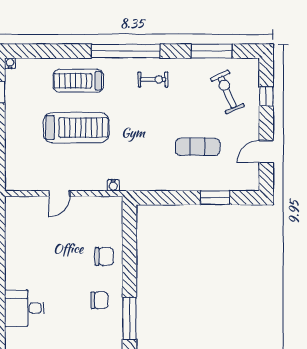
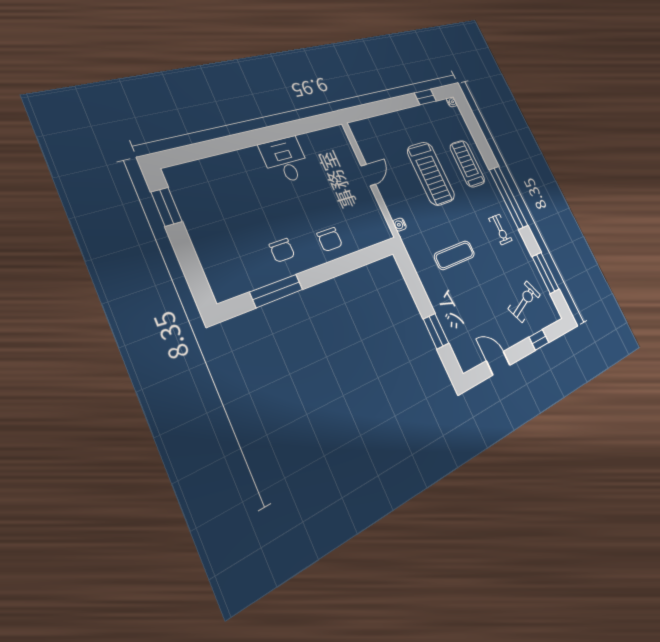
exercise mat: (198, 147) -> (454, 255), moved, turned 90
door: (59, 194) -> (368, 175), swing flipped
desk: (25, 308) -> (285, 160), moved

